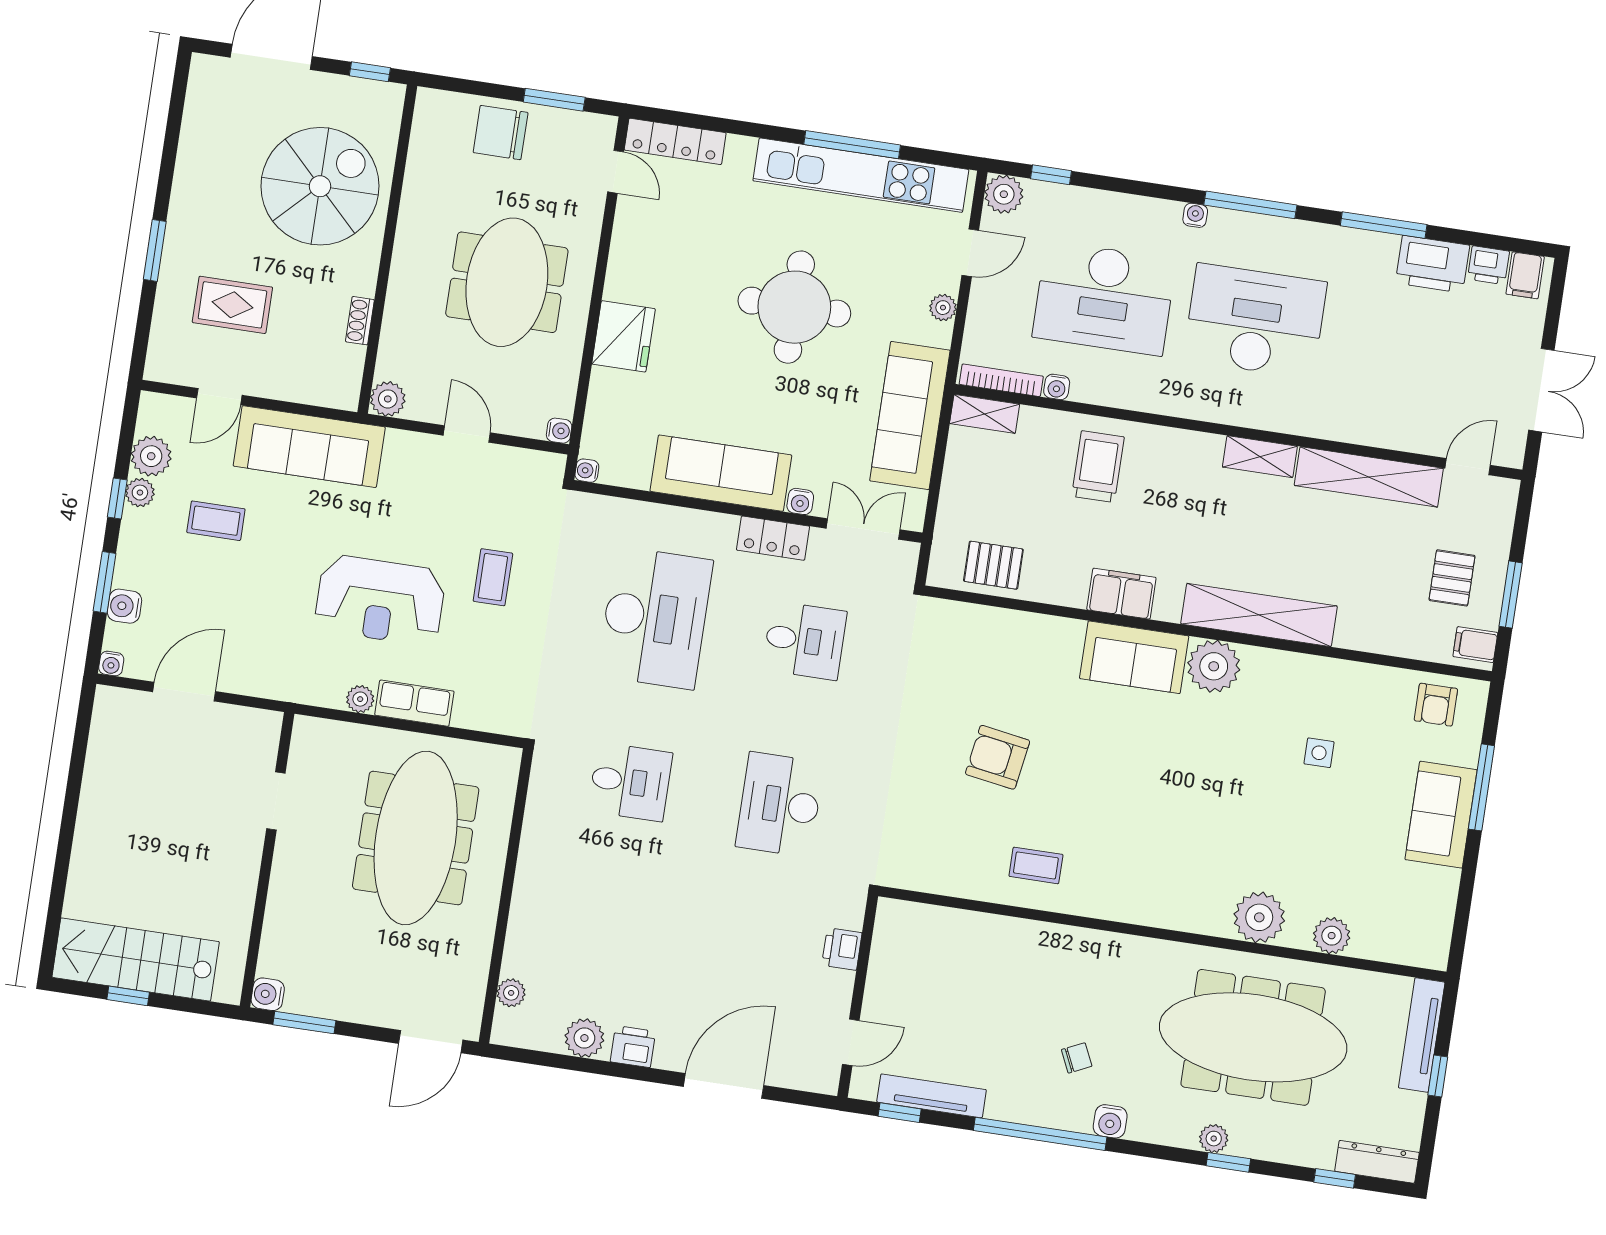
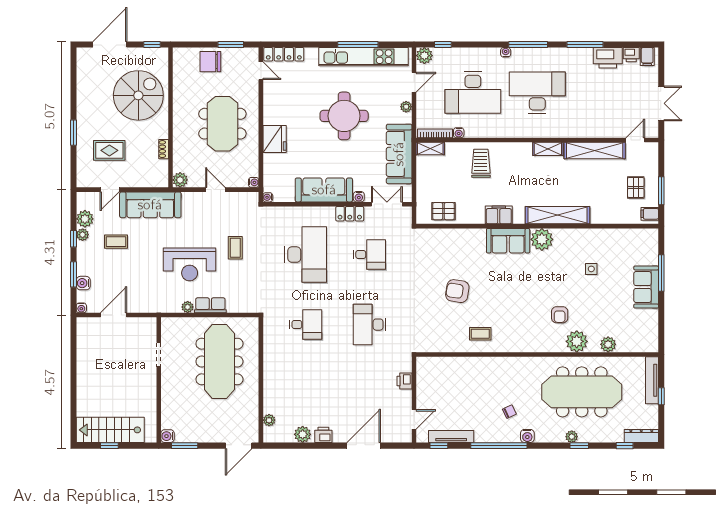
armchair: (1436, 705) -> (560, 315), moved

